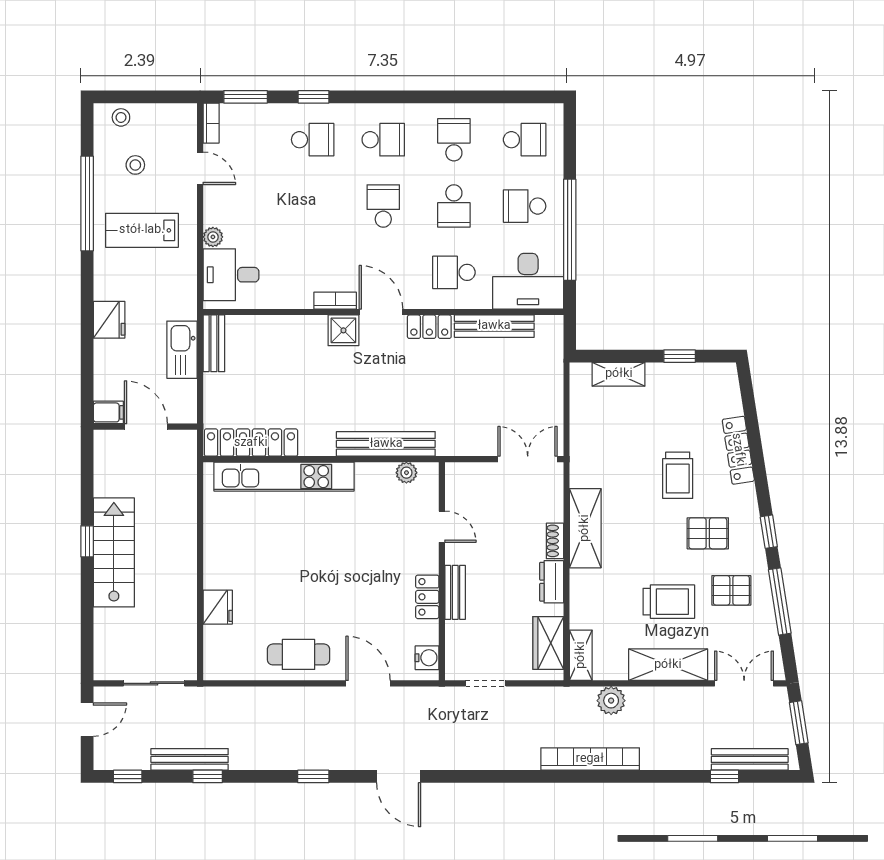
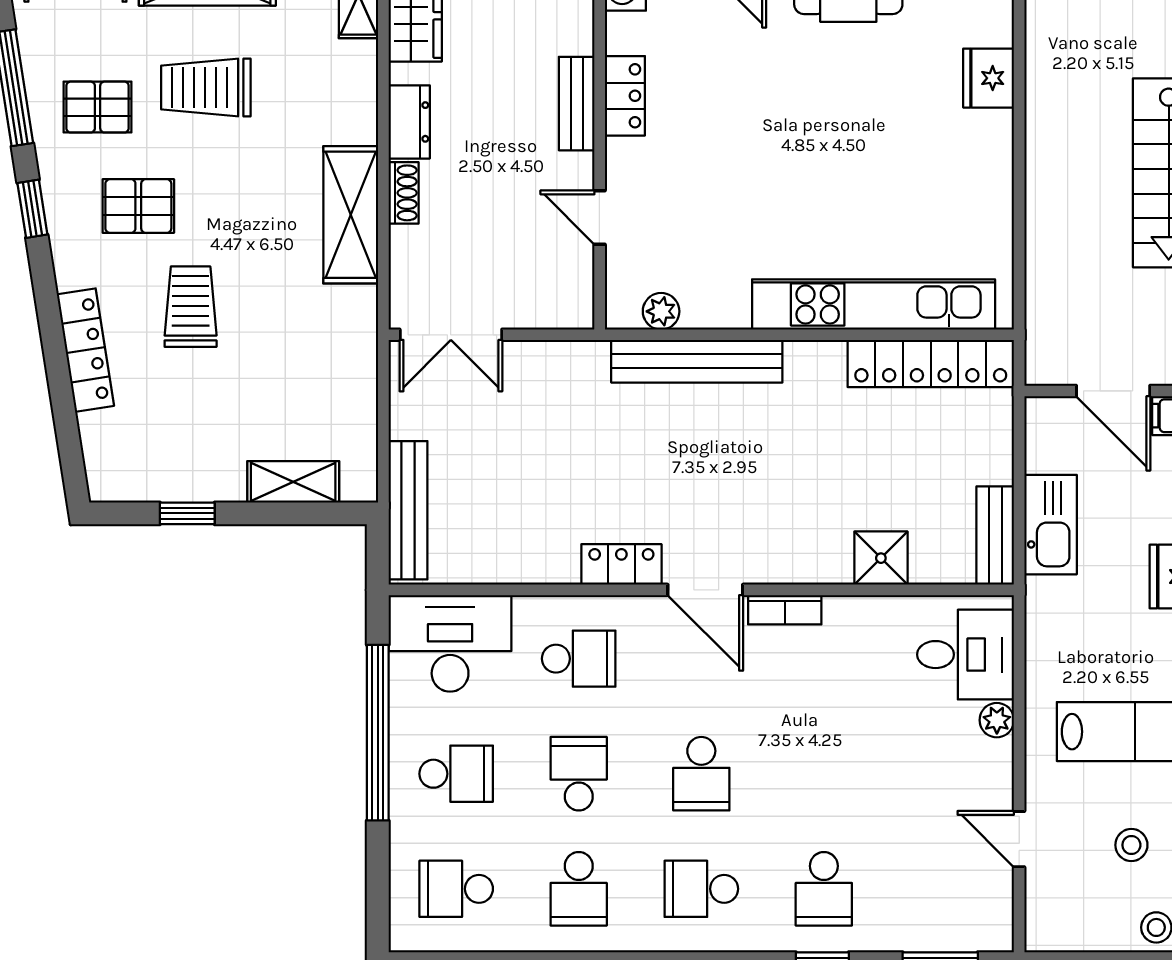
bookcase: (211, 123) -> (1000, 918), removed
school desk: (313, 140) -> (824, 889), turned -90
bench: (494, 326) -> (408, 510), moved, turned 90
shower: (343, 330) -> (881, 558), moved

